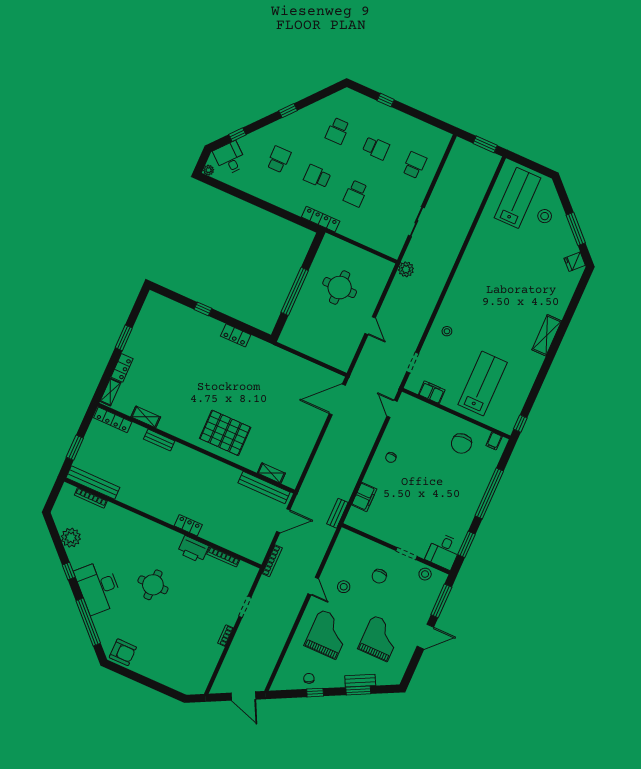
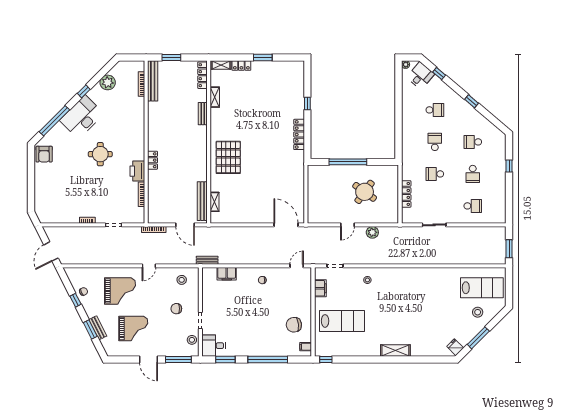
locker: (321, 219) -> (406, 194), moved
plant: (406, 269) -> (372, 232), moved
round table: (340, 288) -> (365, 192), turned 36
locker: (236, 335) -> (299, 134), width x1.53
stool: (344, 587) -> (182, 280), moved

